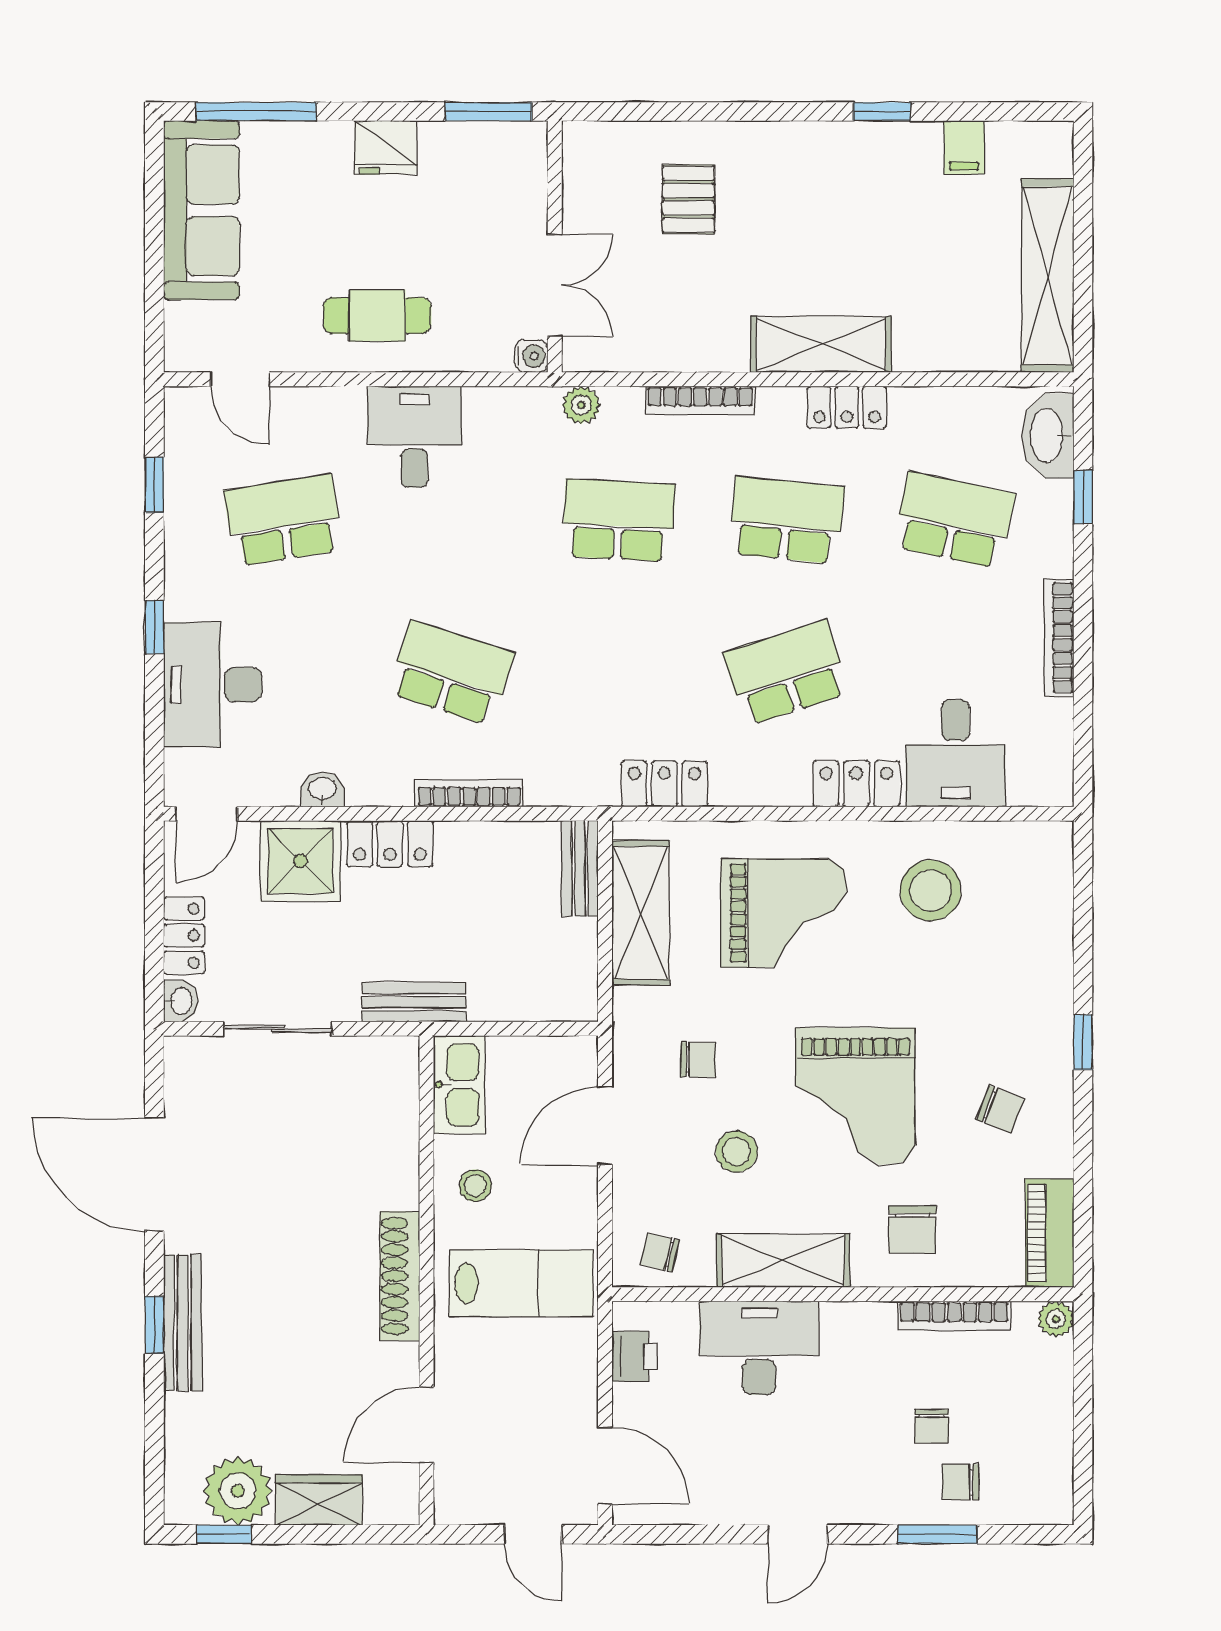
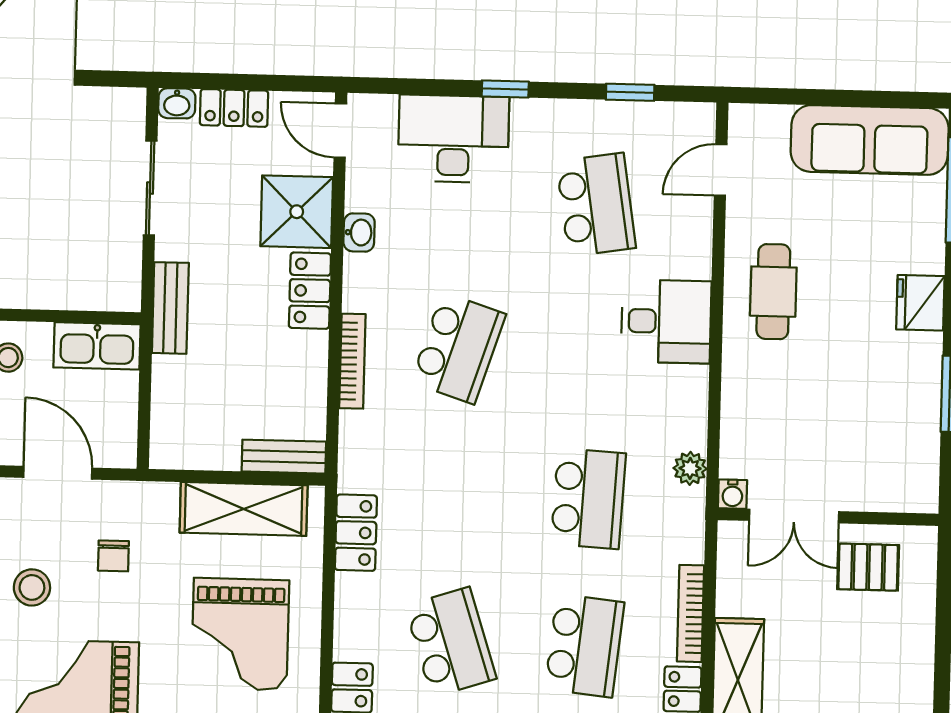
wall: (555, 247) -> (828, 517), moved
double door: (555, 285) -> (794, 516), moved
water cooler: (531, 356) -> (732, 494), moved
bookcase: (700, 400) -> (691, 613), moved

